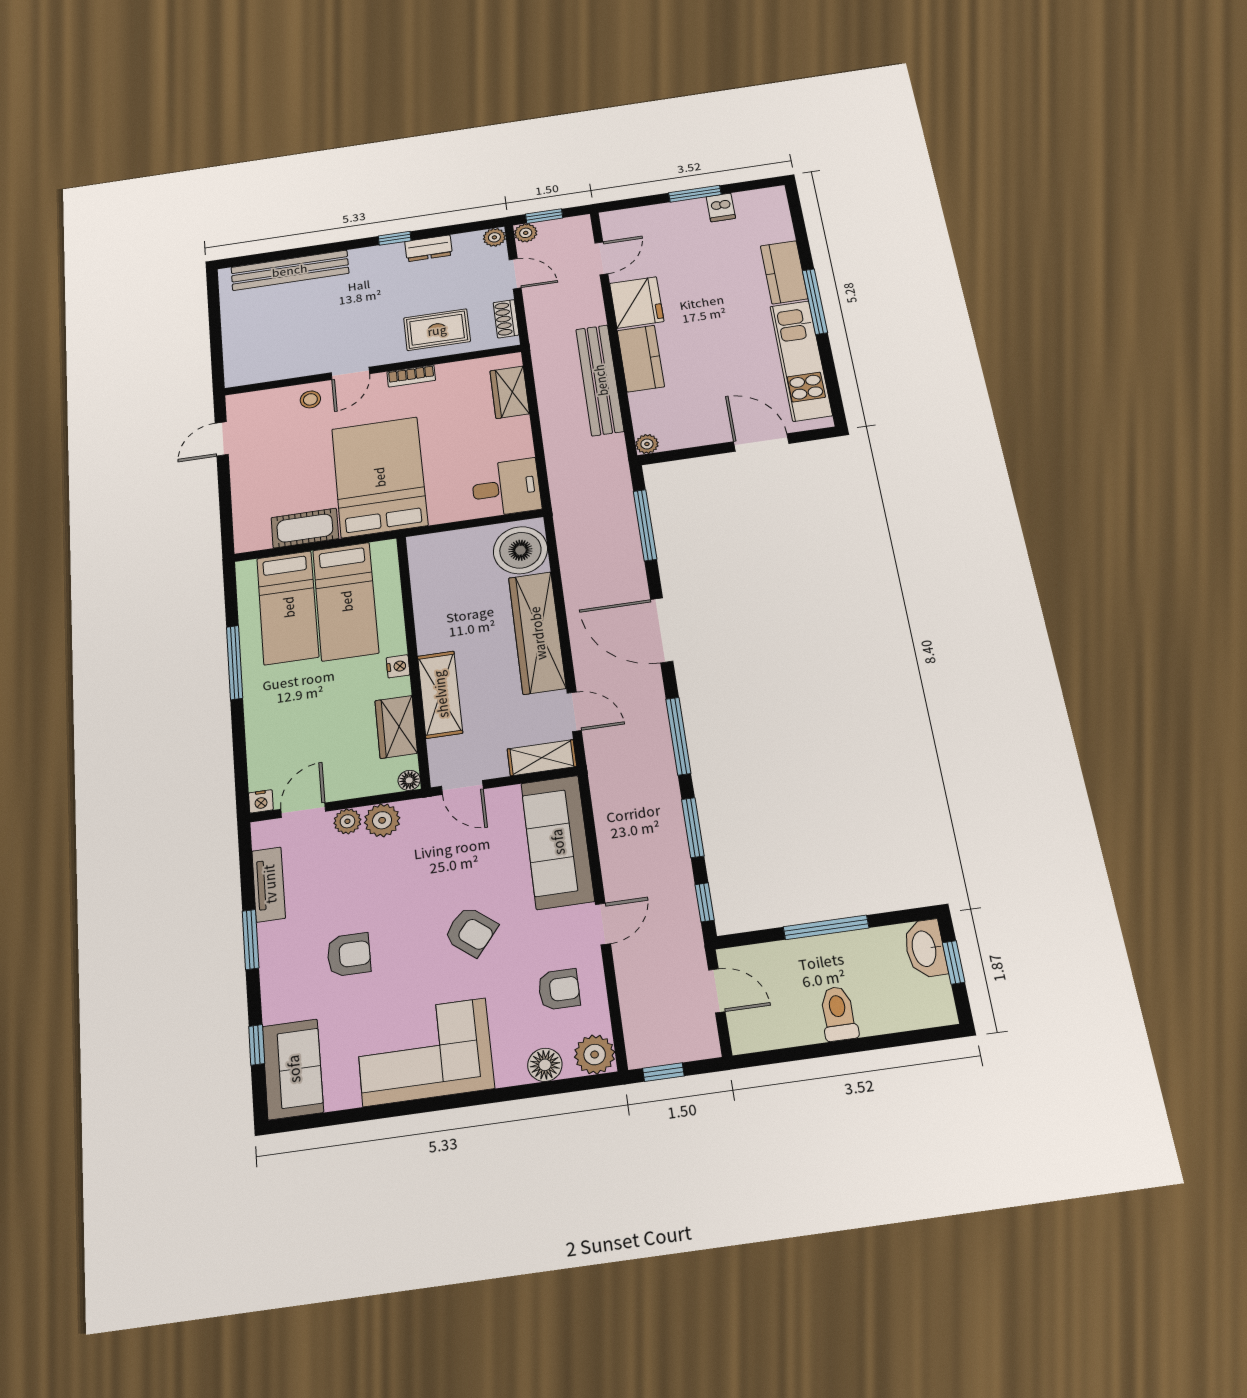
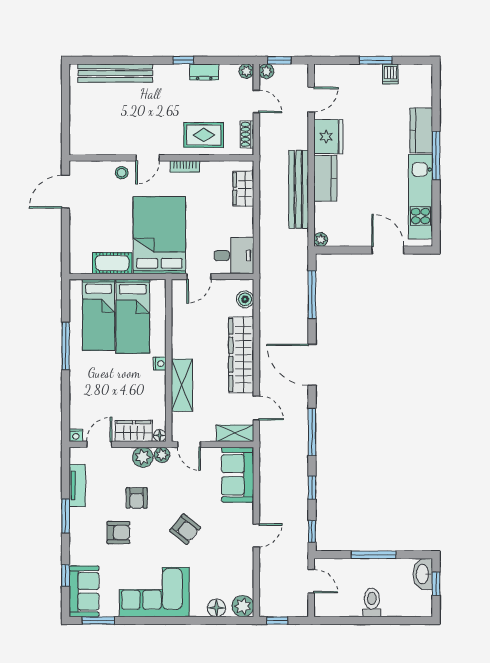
door: (222, 439) -> (66, 192), width x1.38
door: (451, 526) -> (199, 276), added
boiler: (520, 550) -> (245, 299), width x0.54, depth x0.54
wardrobe: (396, 727) -> (134, 431), moved, turned 90
plant: (347, 821) -> (162, 455), moved
window: (693, 828) -> (312, 488), width x0.67
sofa: (557, 842) -> (238, 475), width x0.73
armchair: (559, 989) -> (137, 498), moved, turned 90
window: (323, 1120) -> (98, 621), added

